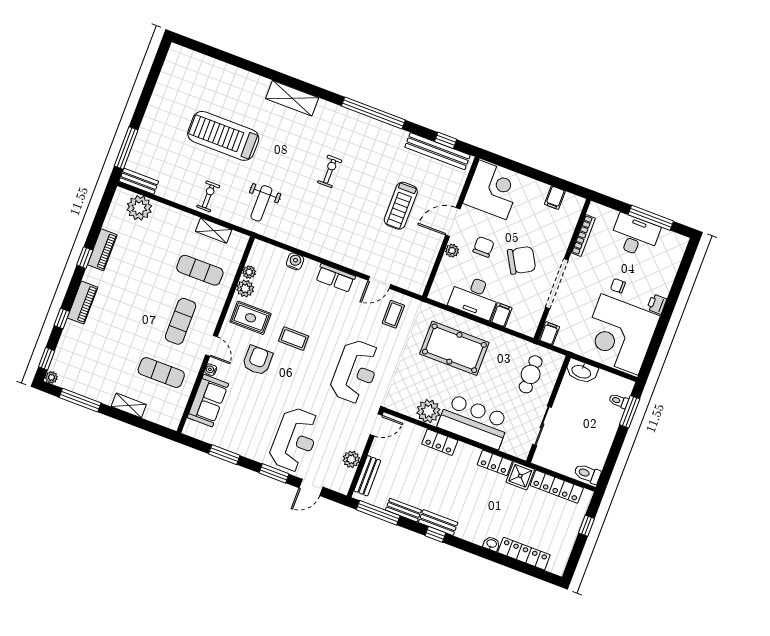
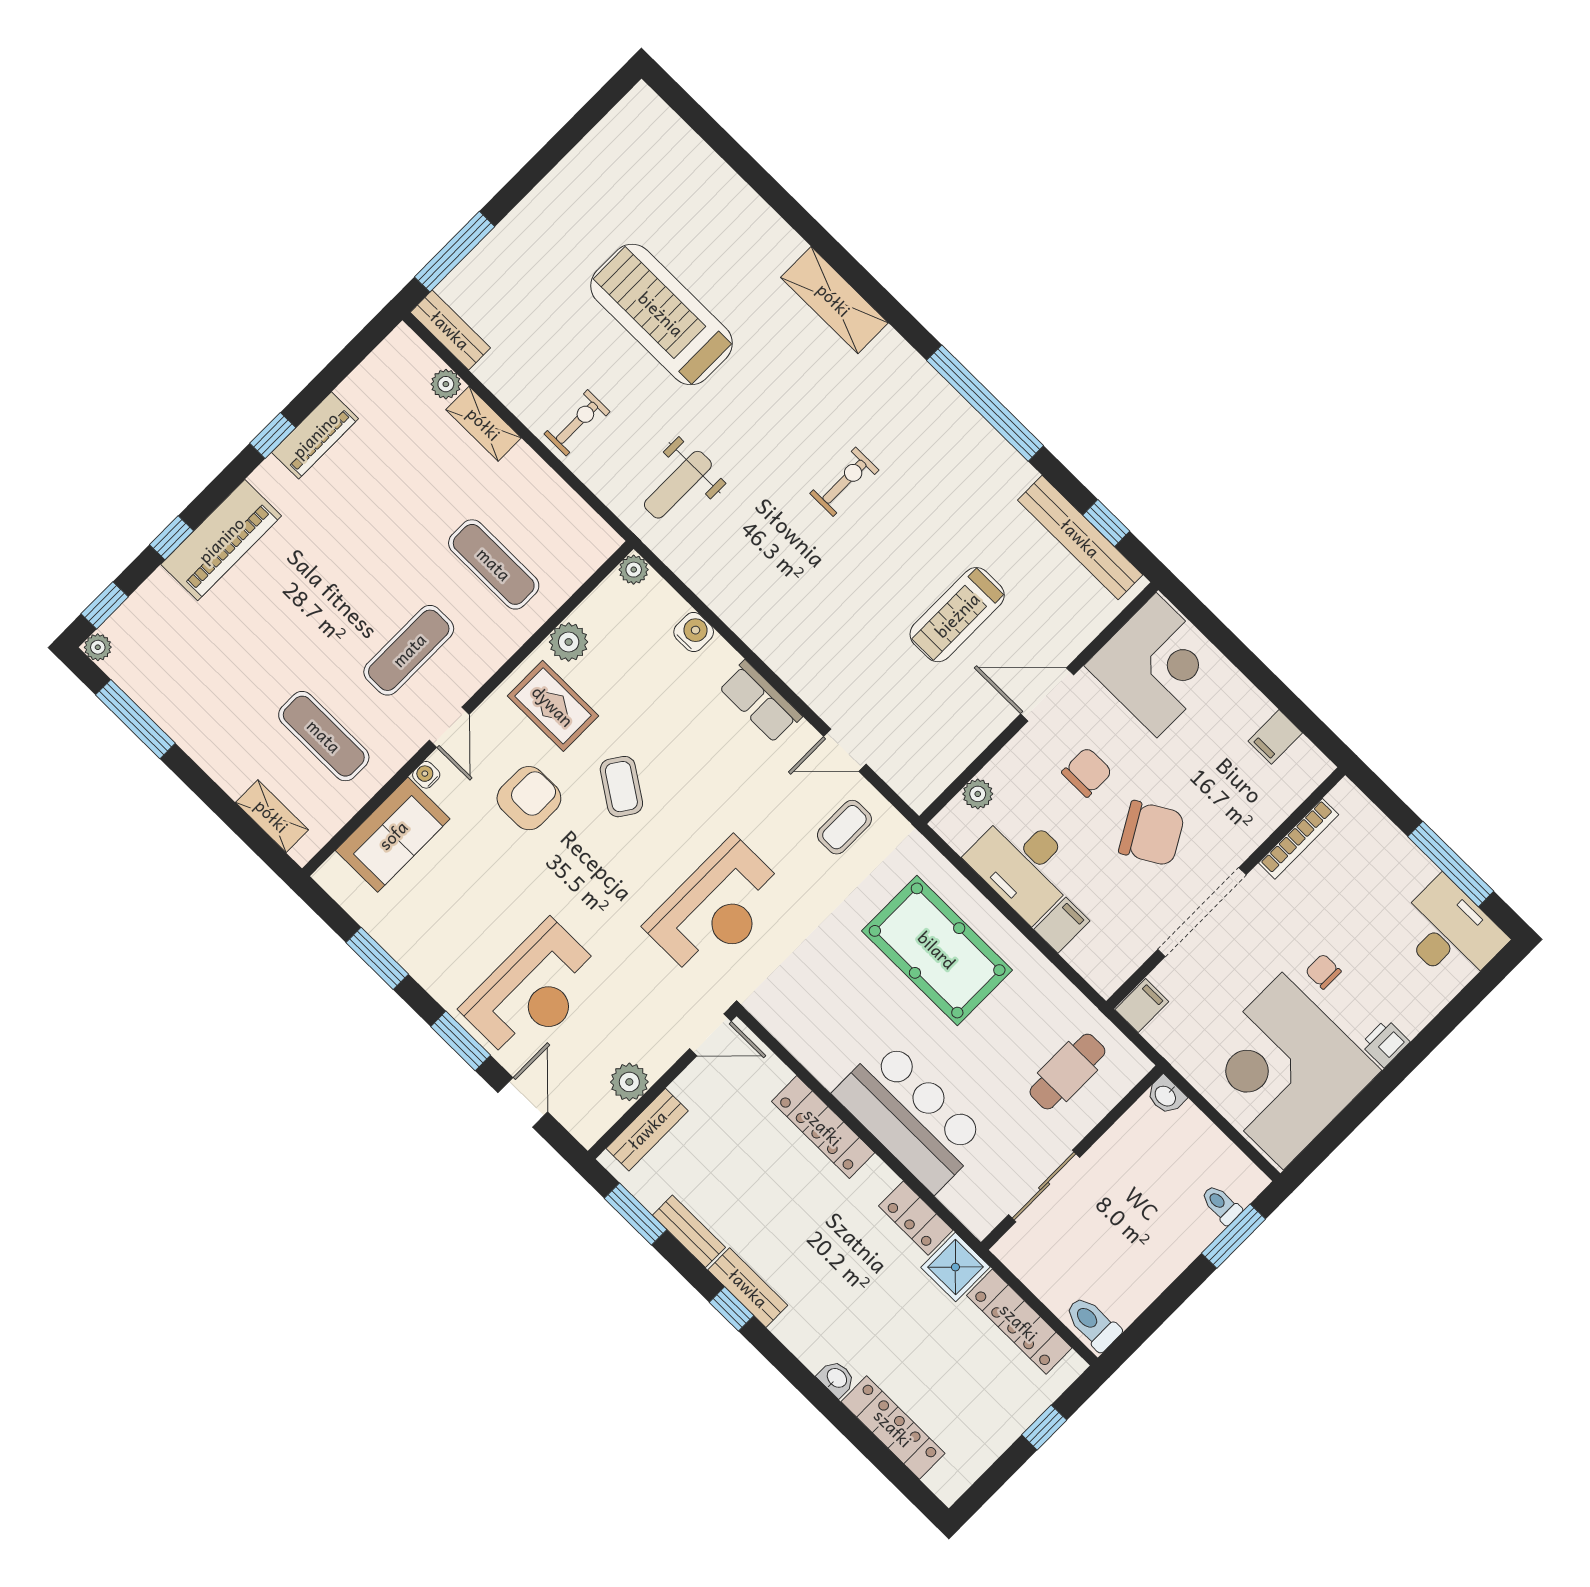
plant: (139, 208) -> (446, 384), width x0.53, depth x0.53
shelving: (214, 230) -> (484, 424), moved
desk: (635, 236) -> (1450, 933), moved
plant: (452, 251) -> (978, 794), moved
plant: (249, 272) -> (634, 570), moved
piano: (83, 303) -> (221, 540), width x1.37, depth x1.33
coffee table: (294, 339) -> (621, 787), turned 34
washbasin: (581, 371) -> (1166, 1095), width x0.52, depth x0.69
shelving: (129, 405) -> (272, 816), moved
plant: (428, 411) -> (828, 1054), removed
locker: (440, 442) -> (823, 1127), width x1.53
door: (311, 487) -> (523, 1102), swing flipped
window: (378, 513) -> (636, 1214), width x0.69

